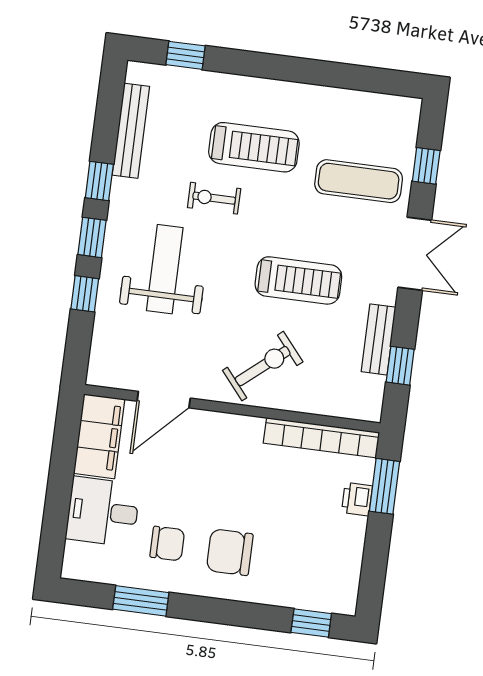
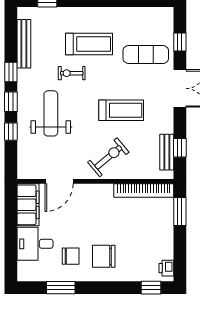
bench: (379, 339) -> (167, 152), moved
printer: (357, 499) -> (166, 268), moved

